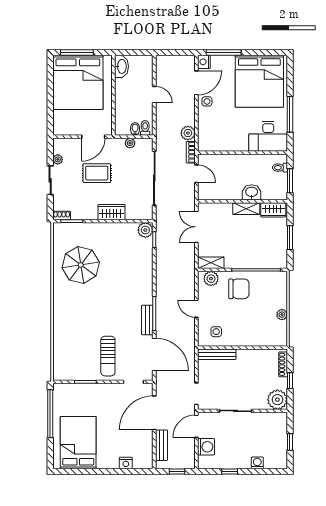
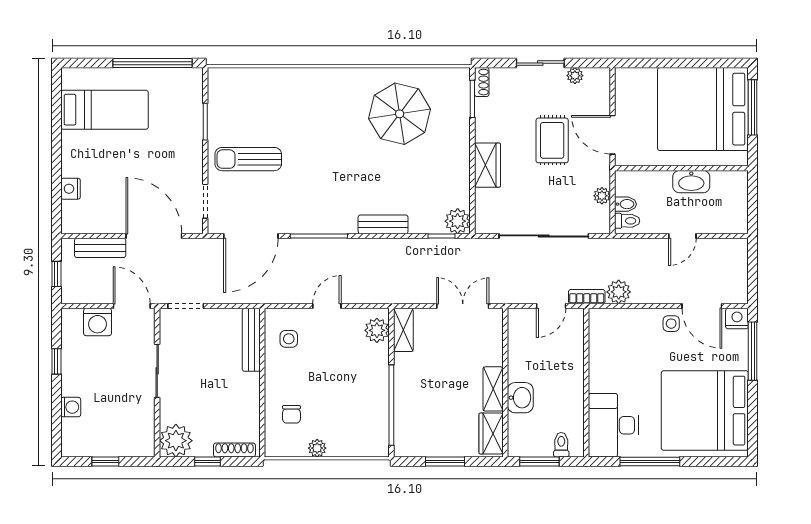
washbasin: (121, 66) -> (691, 182), moved
chair: (239, 289) -> (291, 414), moved, width x0.54, depth x0.54
bench: (147, 320) -> (383, 224), moved
bed: (78, 443) -> (104, 110), width x0.67

